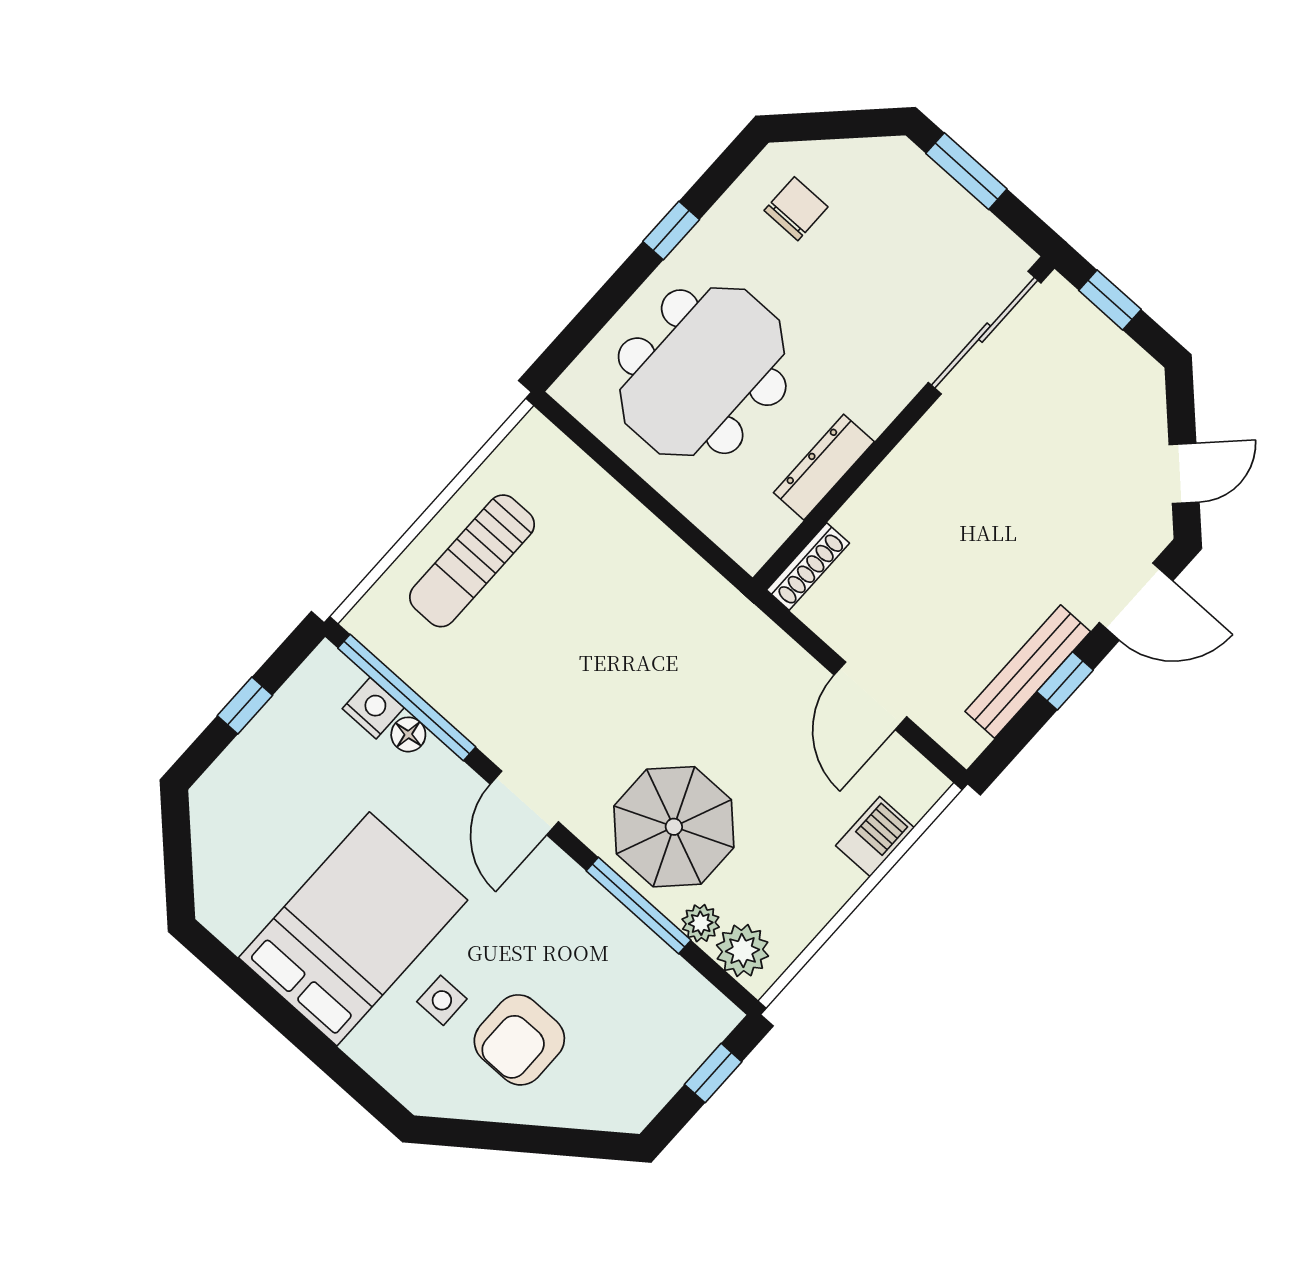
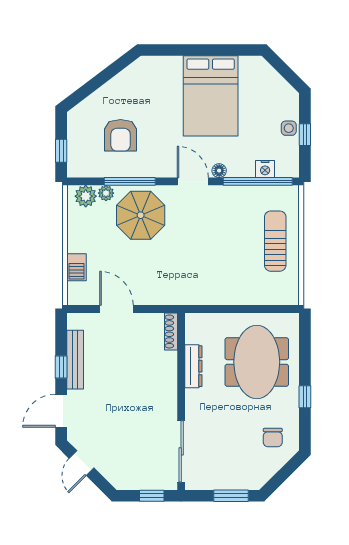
floor lamp: (408, 734) -> (219, 171), moved
side table: (442, 1000) -> (289, 128), moved
armchair: (519, 1040) -> (121, 135), moved, turned 180

